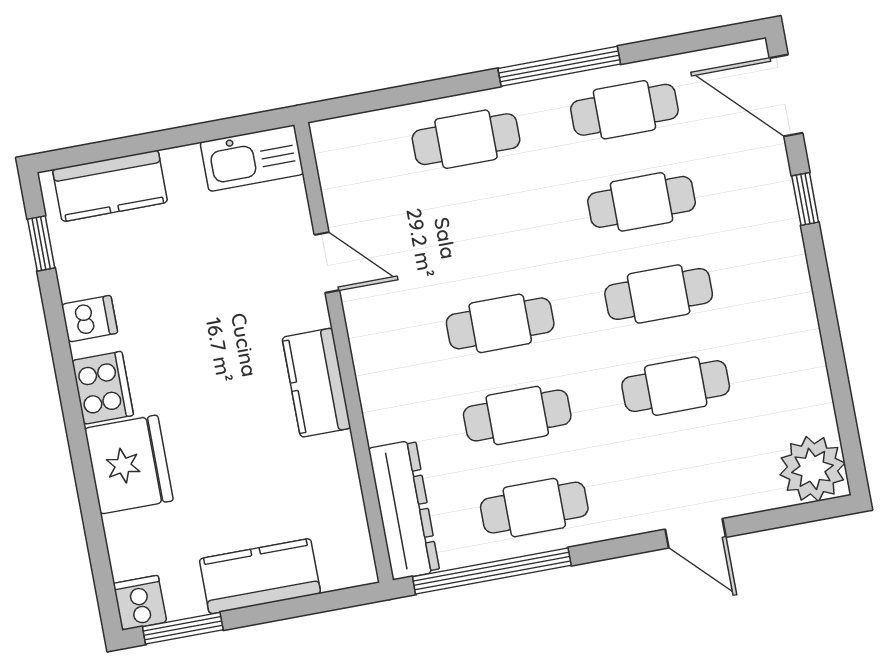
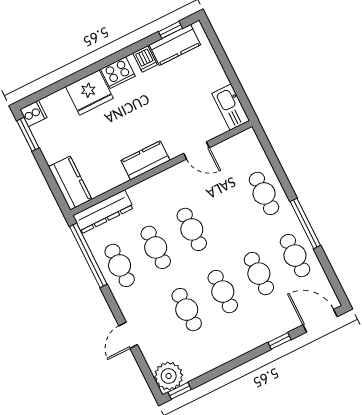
door: (786, 95) -> (320, 321), hinge flipped
kitchen counter: (110, 186) -> (175, 45), moved, turned -90
door: (327, 262) -> (196, 151), hinge flipped
window: (852, 454) -> (180, 391), added
kitchen counter: (260, 576) -> (70, 183), moved

